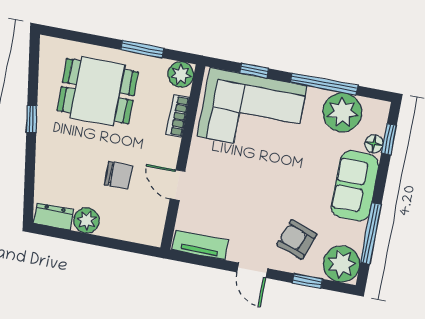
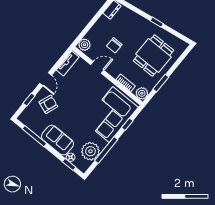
plant: (86, 221) -> (84, 45), moved
plant: (342, 264) -> (28, 117), removed
door: (252, 270) -> (46, 79), swing flipped

